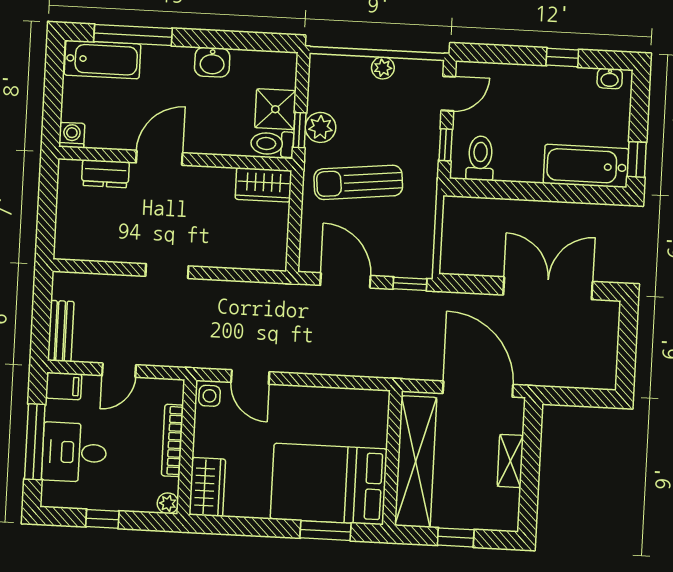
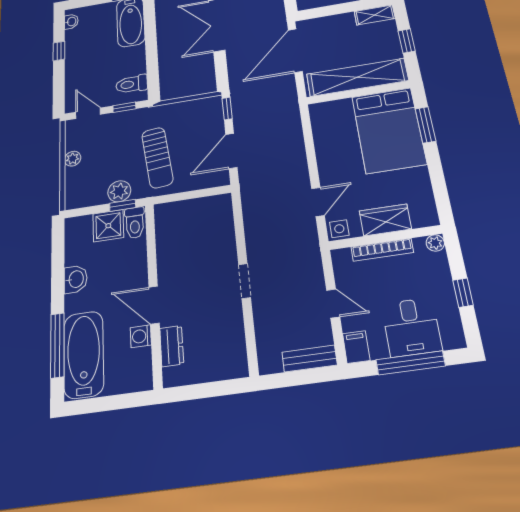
bathtub: (102, 60) -> (84, 354), width x1.36, depth x1.36
washing machine: (72, 135) -> (141, 336), moved
wardrobe: (263, 185) -> (167, 222), removed
shelving: (510, 461) -> (375, 15), moved
wardrobe: (207, 487) -> (385, 220), moved

